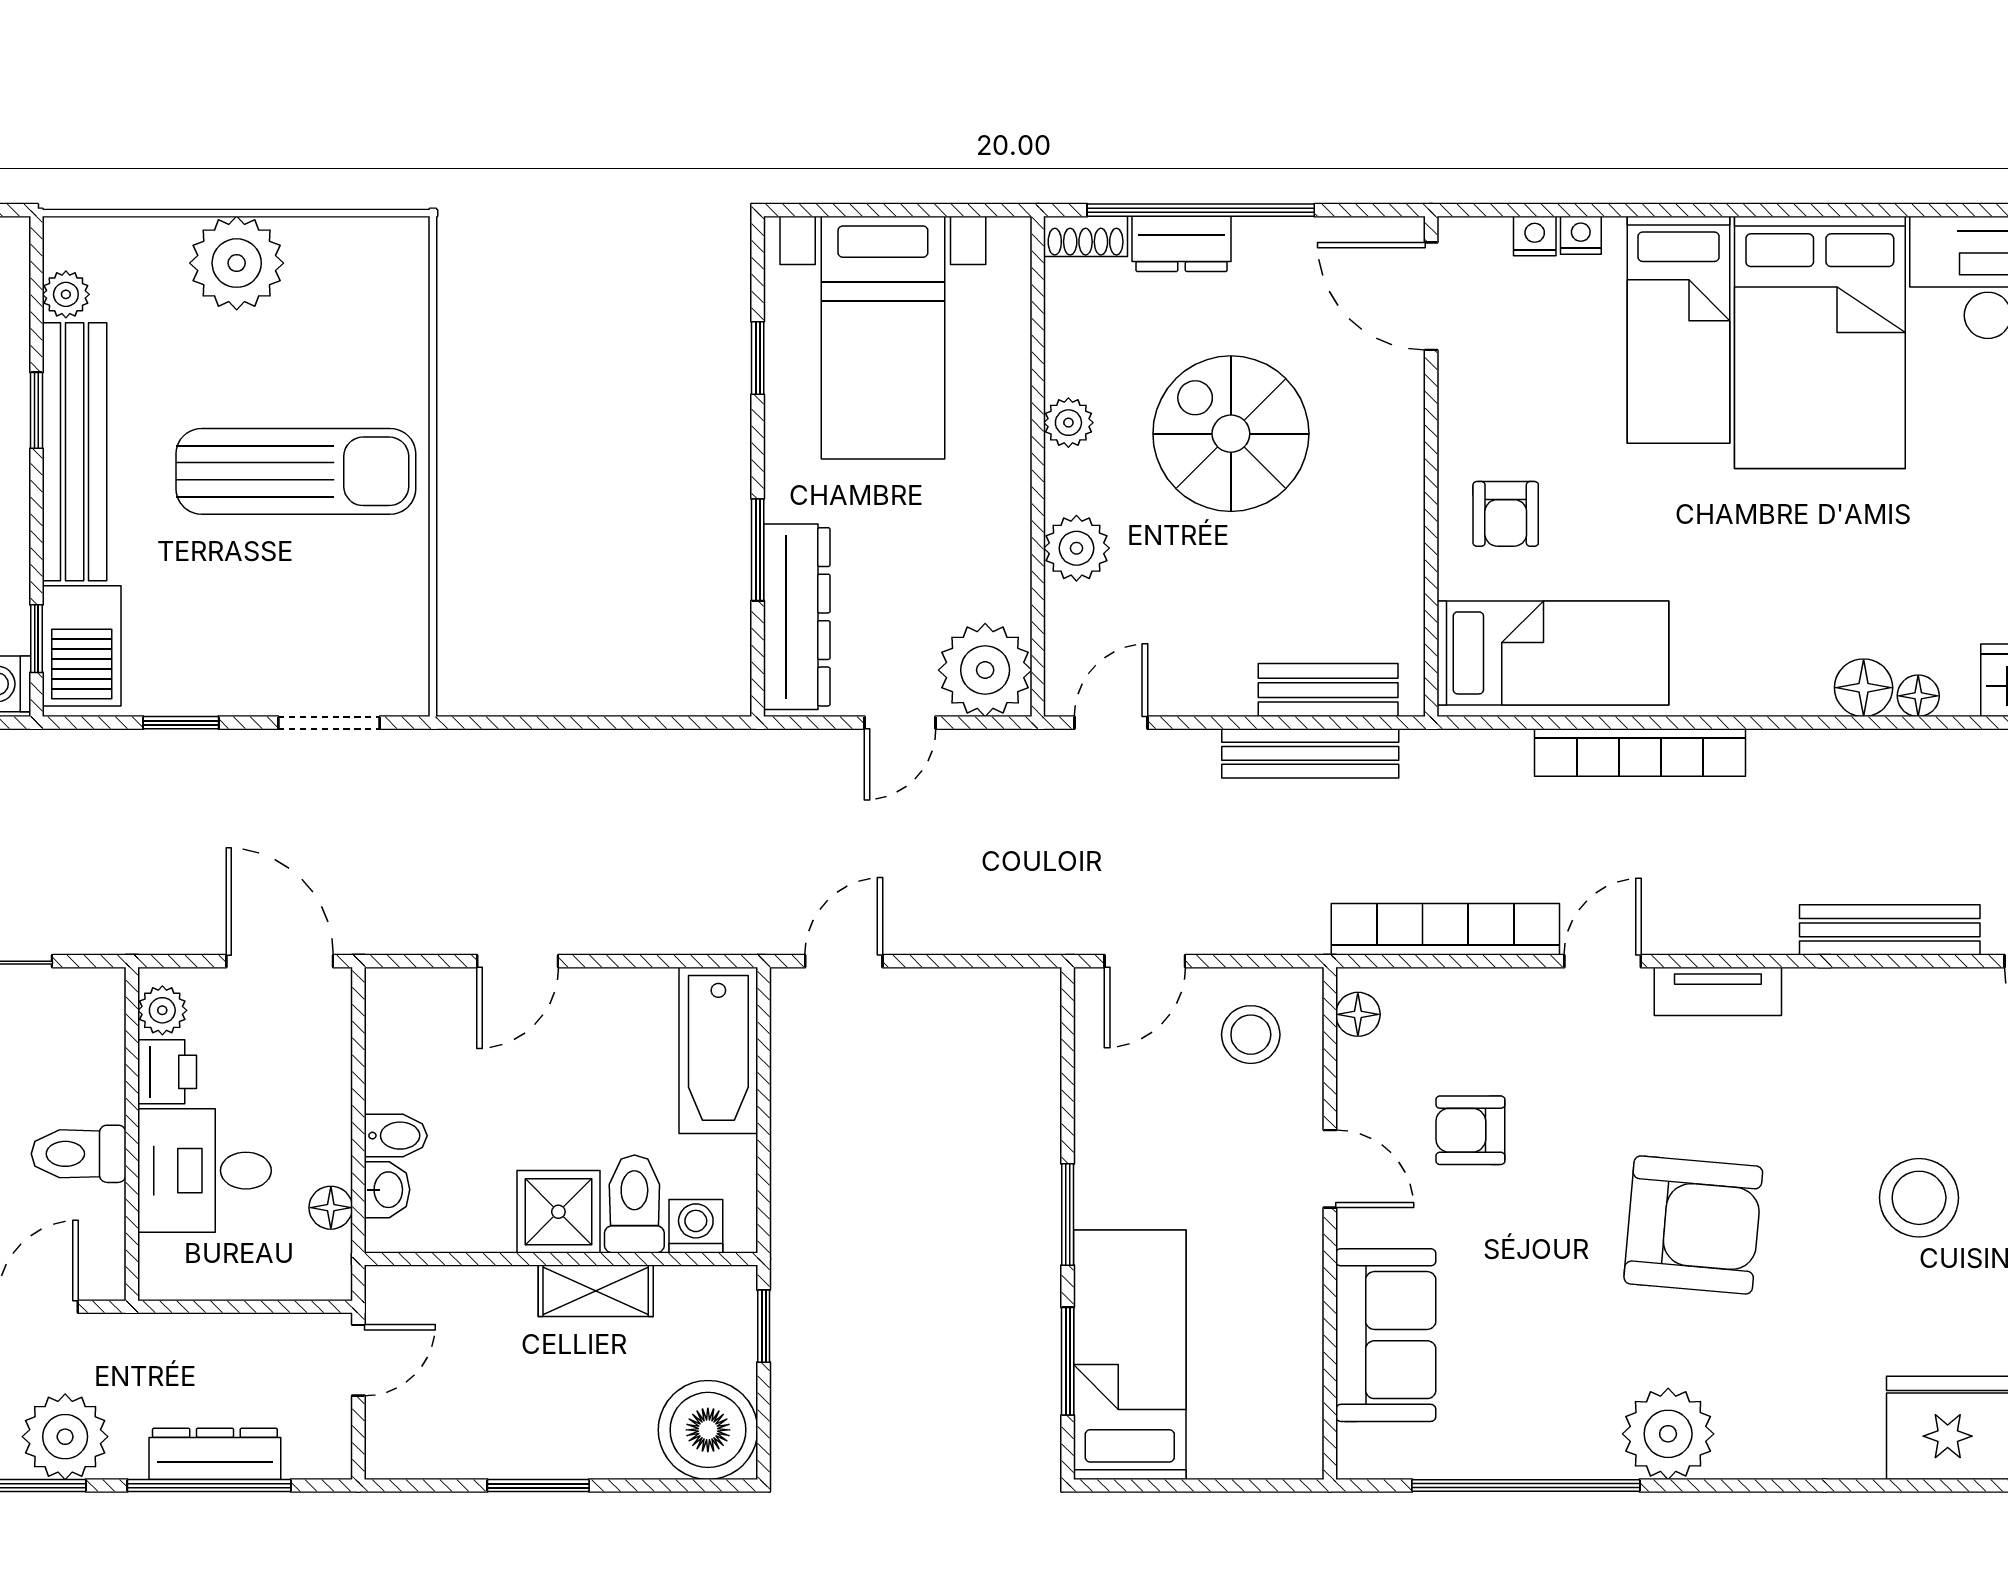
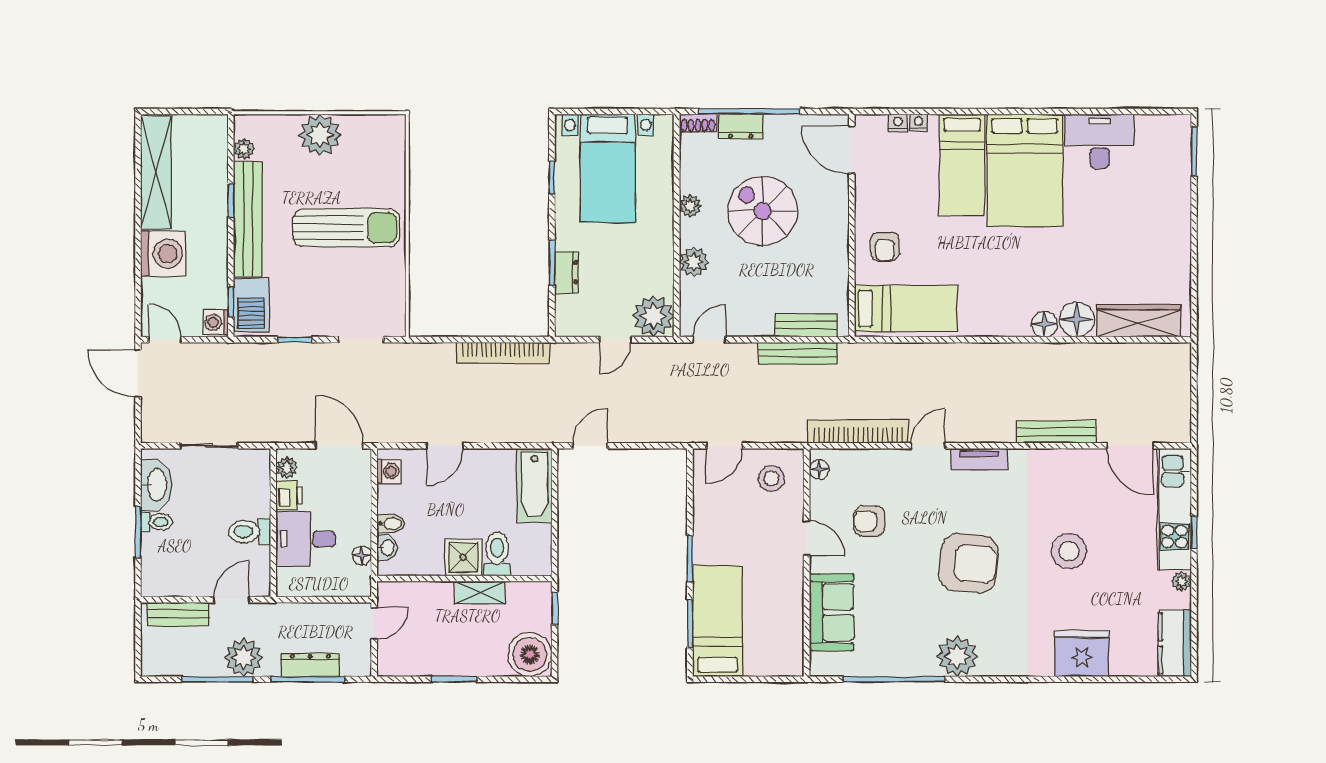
dresser: (797, 617) -> (566, 272), width x0.51, depth x0.80
floor lamp: (1918, 696) -> (1077, 319), width x1.89, depth x1.89
bookcase: (1640, 753) -> (503, 353), moved
washing machine: (696, 1226) -> (389, 471), moved, turned 90

